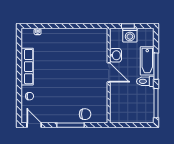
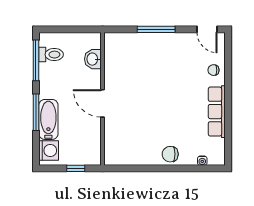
washing machine: (130, 35) -> (49, 150), moved, turned 90
washbasin: (116, 55) -> (93, 59), moved
toilet: (145, 81) -> (51, 55), moved
chair: (85, 114) -> (170, 154), moved

